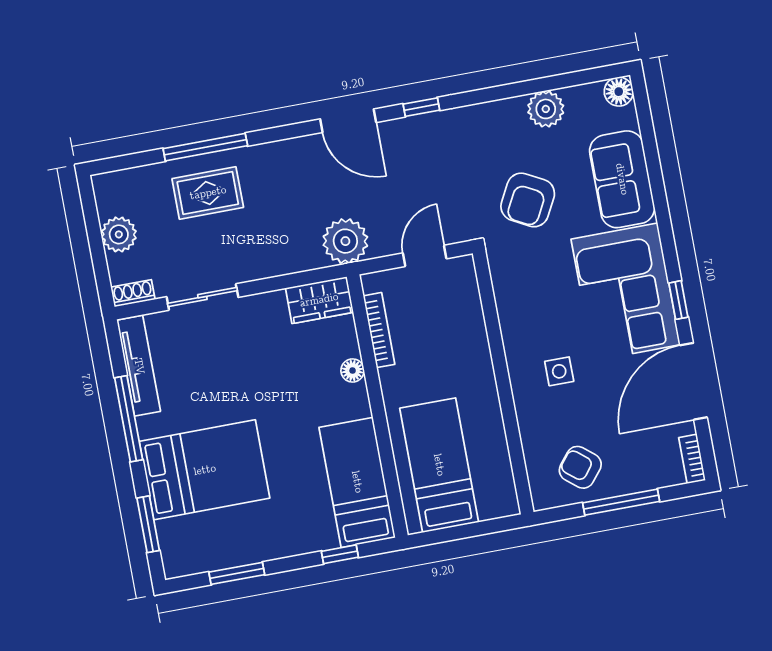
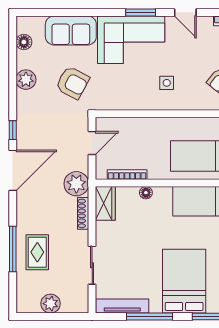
floor lamp: (619, 92) -> (24, 42), moved
plant: (546, 109) -> (26, 80), moved
door: (348, 121) -> (13, 170), width x1.36
door: (425, 256) -> (92, 143), swing flipped
shoe rack: (133, 293) -> (83, 213), moved, width x1.43
window: (678, 300) -> (141, 12), width x1.50
door: (693, 381) -> (185, 12), width x0.53

